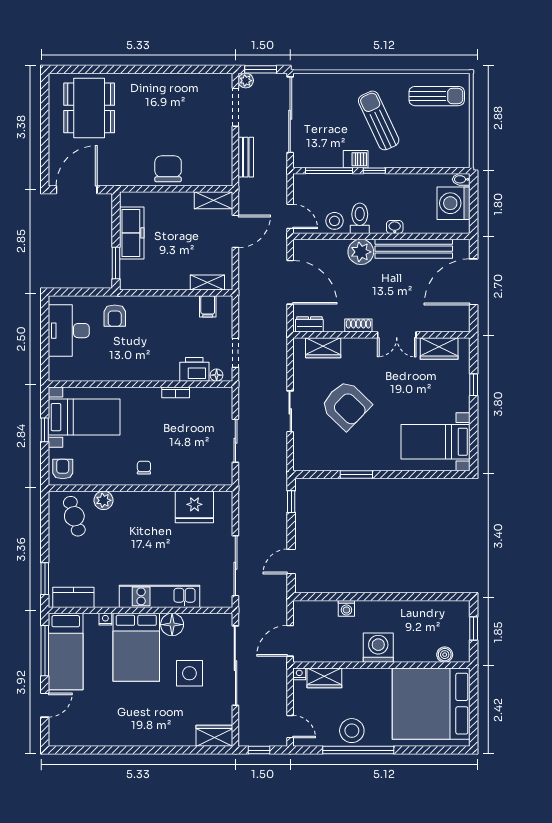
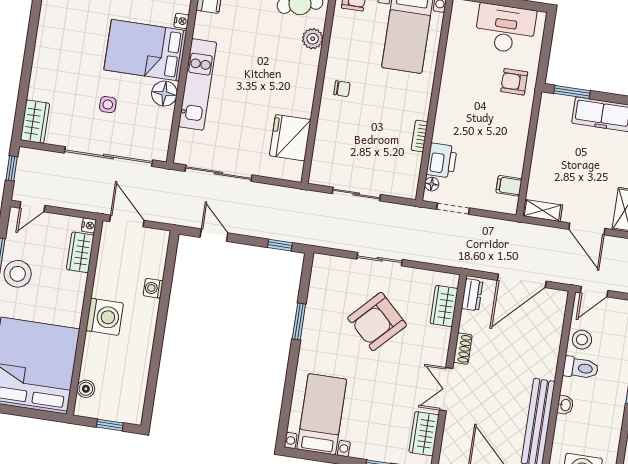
plant: (361, 252) -> (543, 364), removed
shelving: (207, 283) -> (543, 210), moved, turned 90
side table: (189, 673) -> (108, 105), width x0.54, depth x0.54

